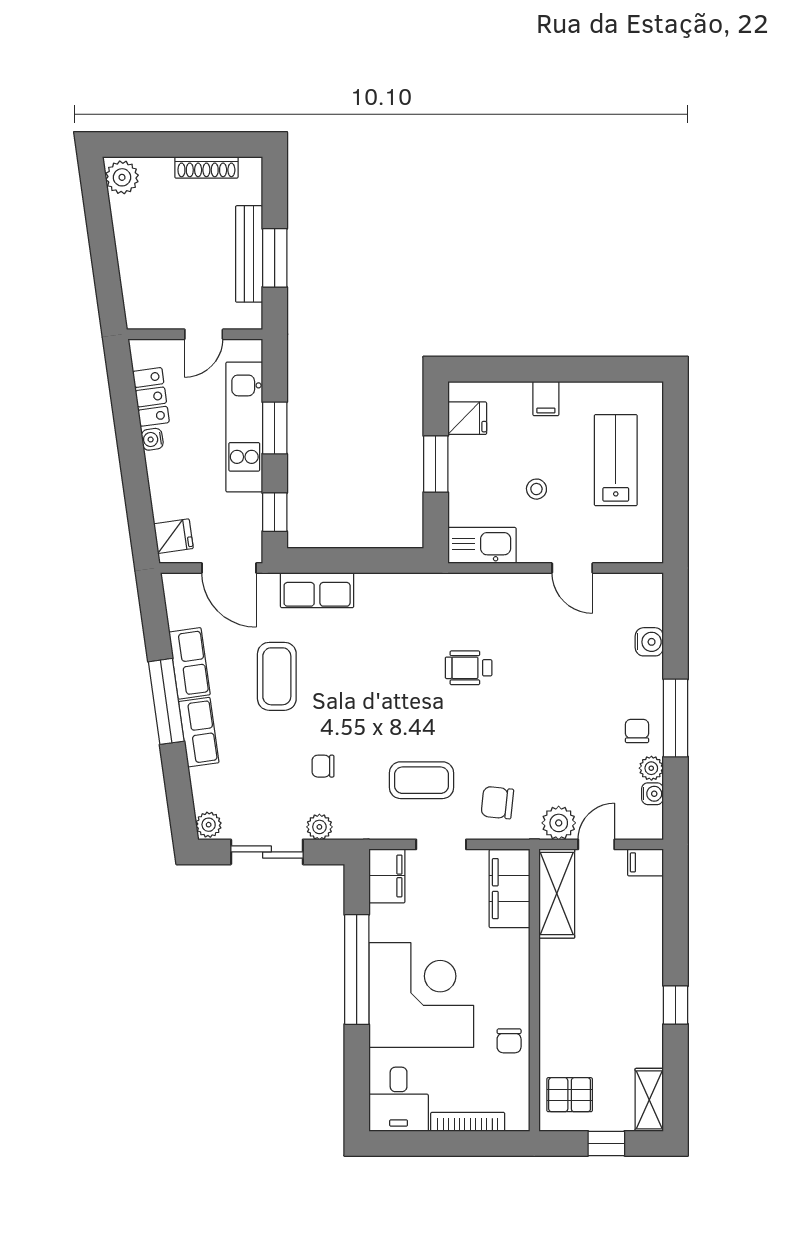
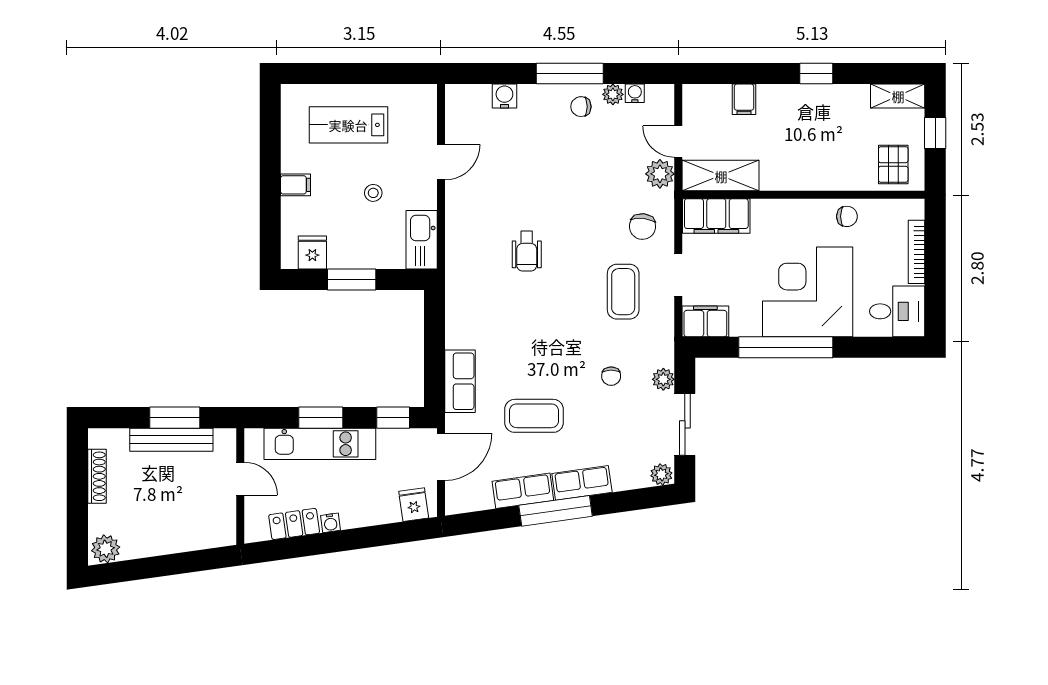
filing cabinet: (645, 862) -> (744, 99), moved

